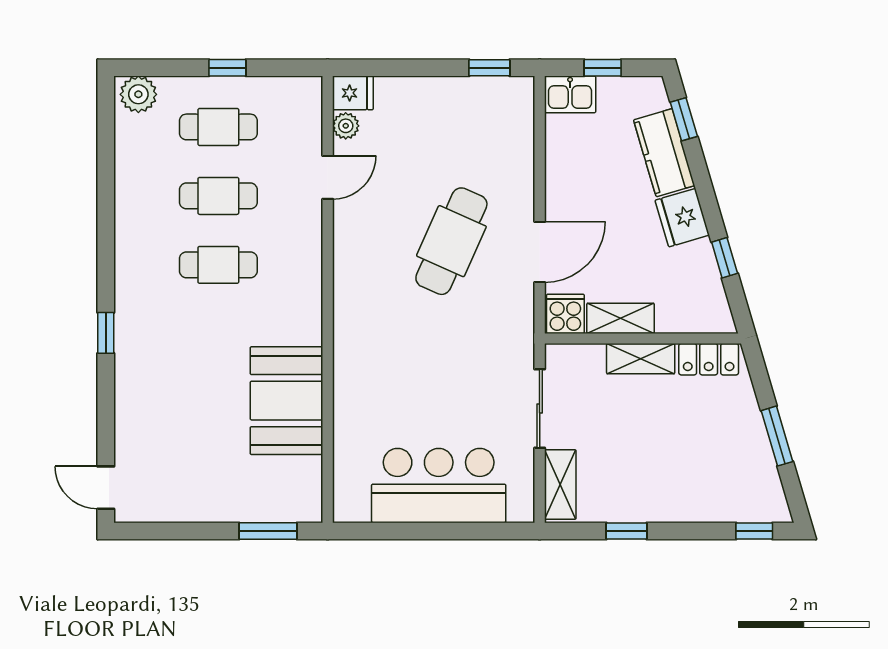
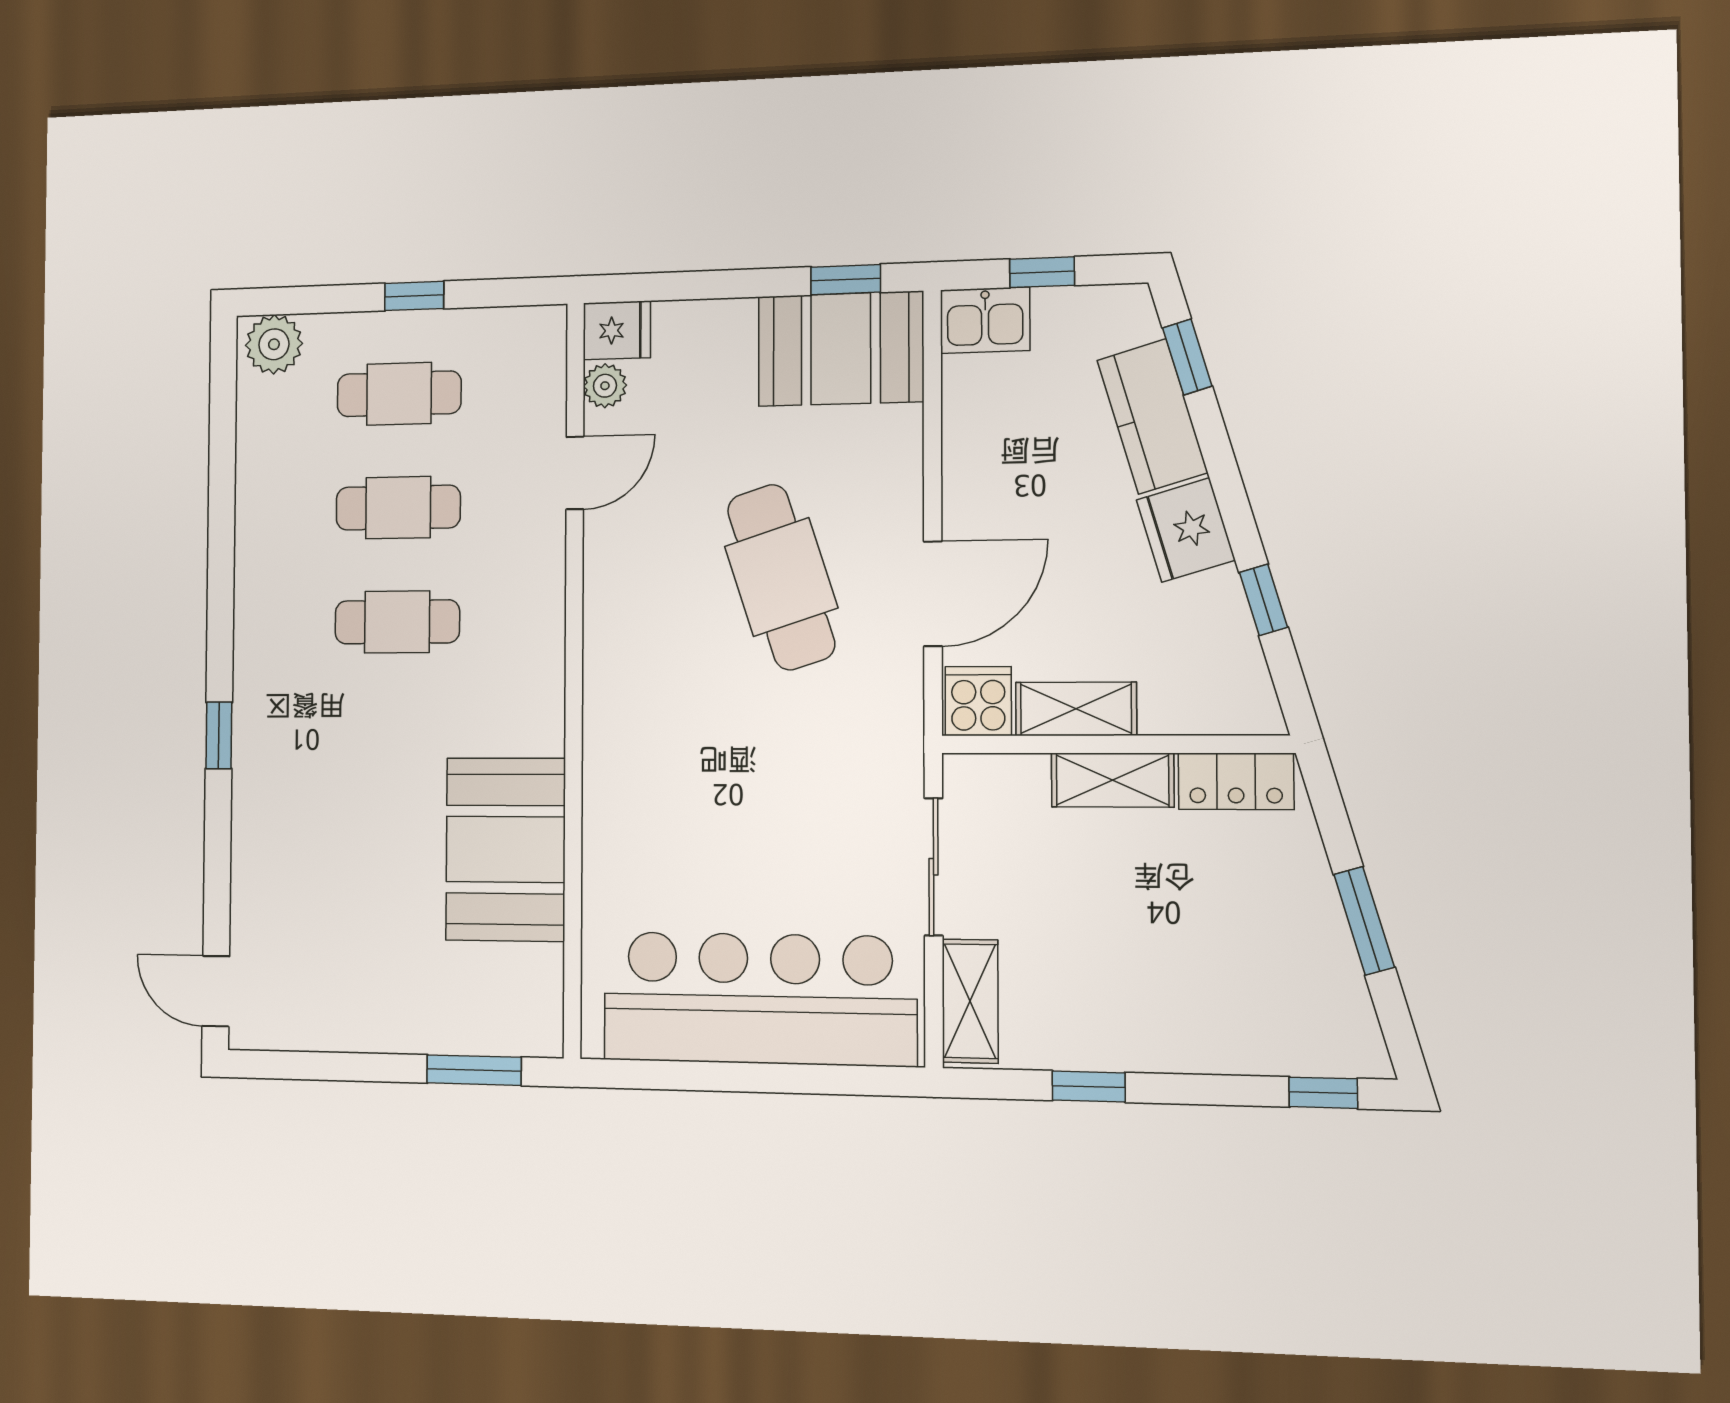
booth: (486, 108) -> (841, 349), added
cafe table: (451, 241) -> (781, 577), turned -42
bar counter: (439, 486) -> (759, 999), width x1.36

